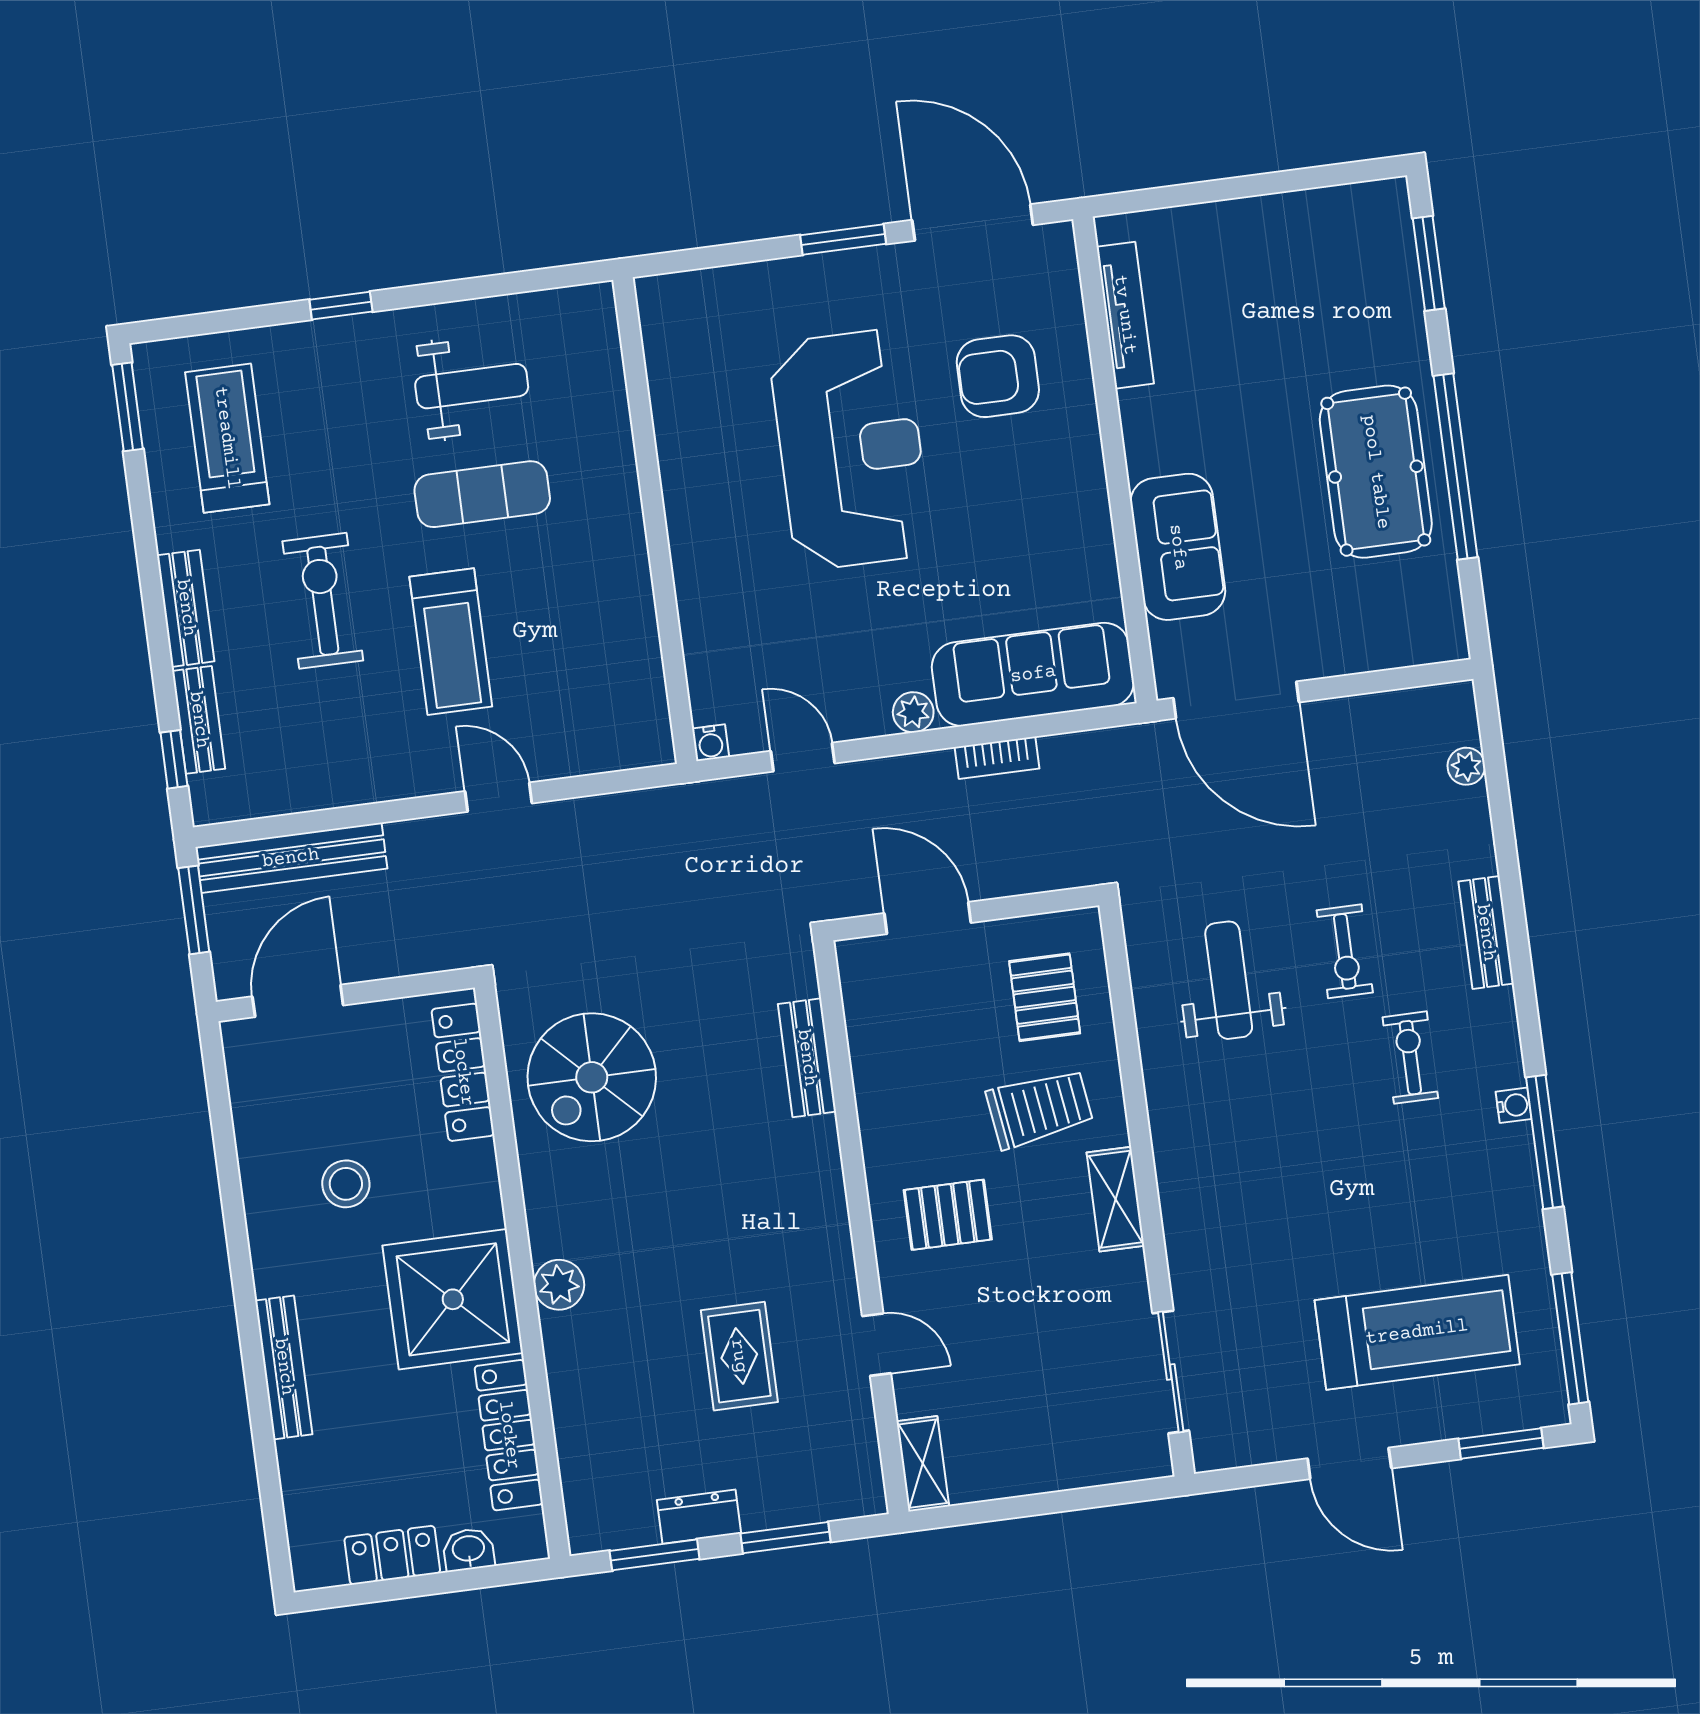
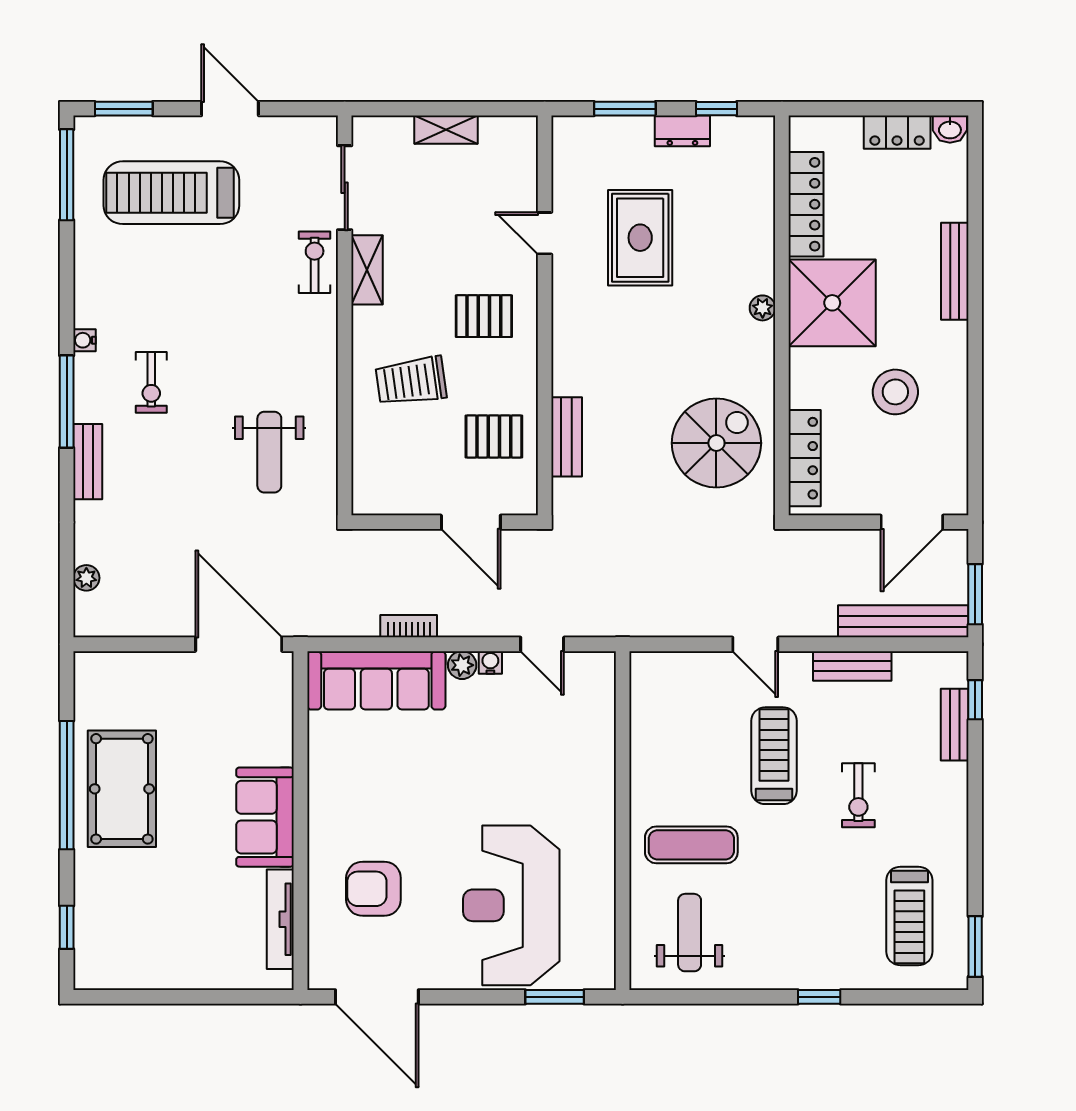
window: (843, 240) -> (555, 997), moved
window: (1429, 263) -> (67, 927), width x0.67
armchair: (998, 376) -> (373, 889), turned 180
weight bench: (472, 386) -> (690, 933), moved, turned 90
reception desk: (851, 449) -> (511, 905), moved
exercise mat: (482, 494) -> (691, 845), moved
sofa: (1178, 547) -> (265, 817), moved
exercise bike: (323, 601) -> (858, 795), width x0.73, depth x0.72
bench: (186, 608) -> (852, 666), moved, turned 90
water cooler: (711, 743) -> (490, 663), moved
exercise bike: (1345, 951) -> (315, 262), moved
pallet: (1045, 997) -> (494, 436), moved, turned 90
window: (1544, 1142) -> (67, 402), moved
stool: (346, 1184) -> (895, 392), width x1.38, depth x1.38
shelving: (1115, 1199) -> (367, 270), moved
plant: (559, 1285) -> (763, 308), width x0.73, depth x0.73
rug: (739, 1356) -> (640, 238), width x1.36, depth x1.43
shelving: (923, 1464) -> (446, 130), moved, turned 90
washbasin: (469, 1550) -> (950, 129), moved
window: (655, 1555) -> (716, 109), width x0.67

